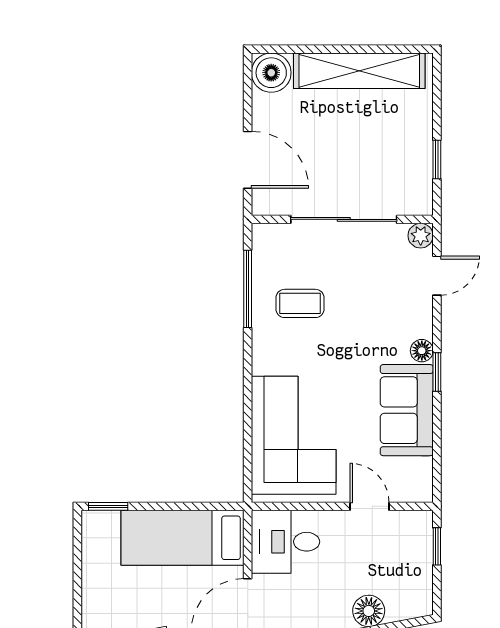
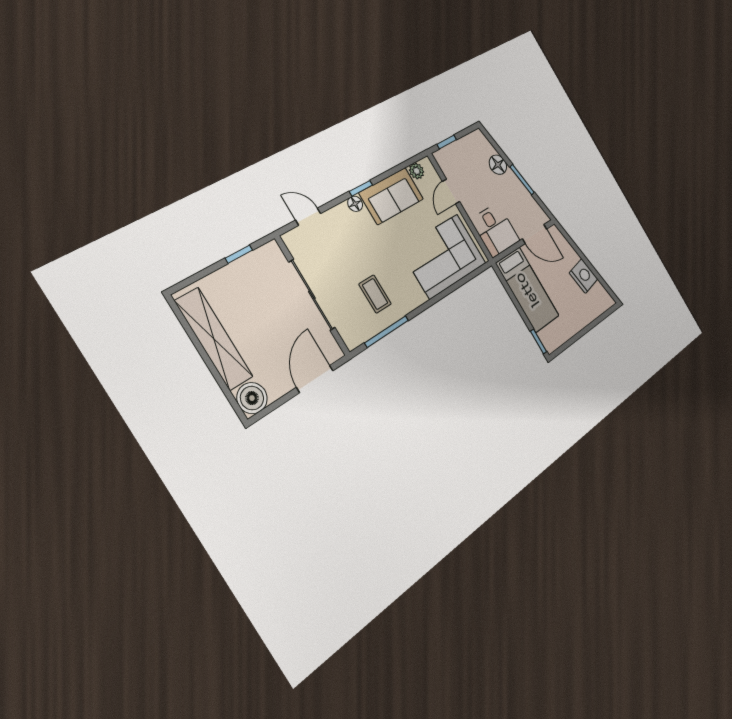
plant: (421, 236) -> (417, 171), moved

